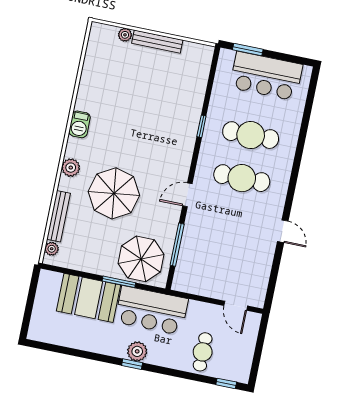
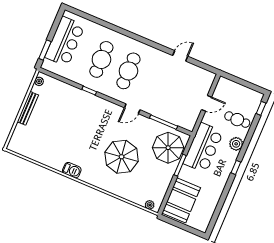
plant: (125, 35) -> (39, 81), moved
plant: (71, 168) -> (99, 182), removed
door: (187, 195) -> (132, 109), hinge flipped
bench: (59, 216) -> (129, 196), removed
door: (283, 231) -> (180, 56), moved
booth: (89, 298) -> (181, 200), moved
door: (236, 306) -> (206, 103), moved
plant: (137, 351) -> (236, 144), moved

